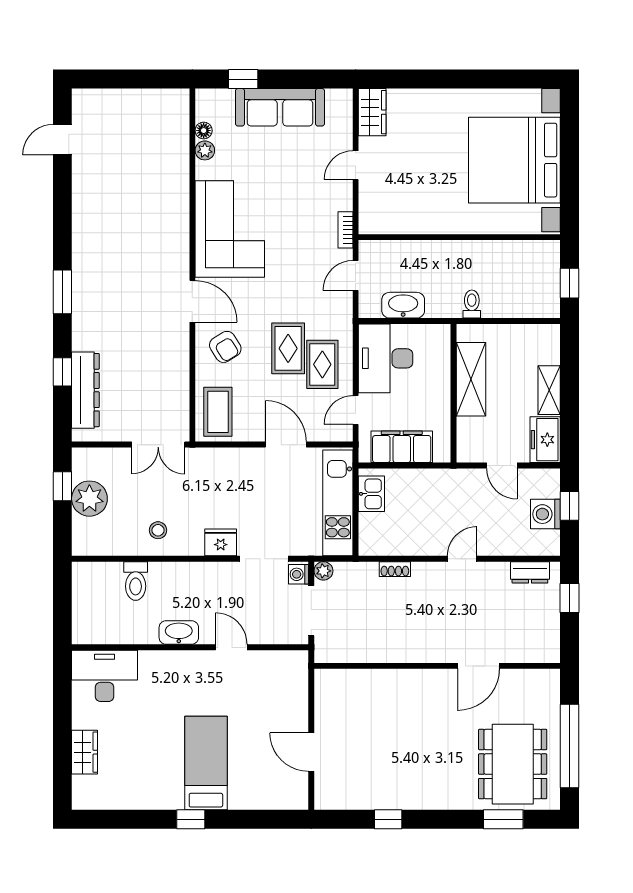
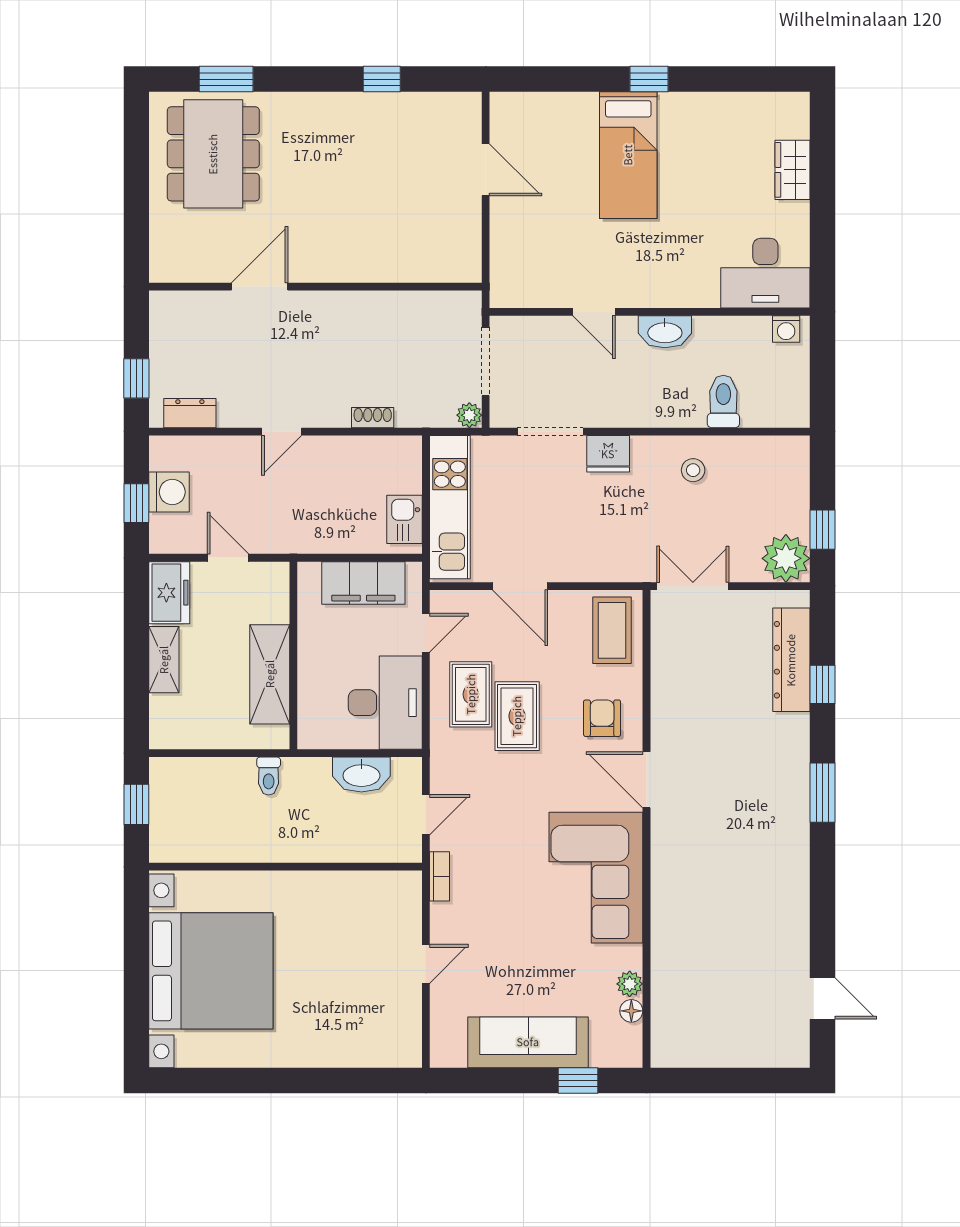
wardrobe: (372, 112) -> (403, 1036), removed
door: (62, 140) -> (822, 998), hinge flipped
armchair: (225, 347) -> (602, 718), turned 32
plant: (89, 499) -> (786, 558), moved
washing machine: (299, 574) -> (786, 329), moved, turned 90
window: (570, 746) -> (136, 178), removed

